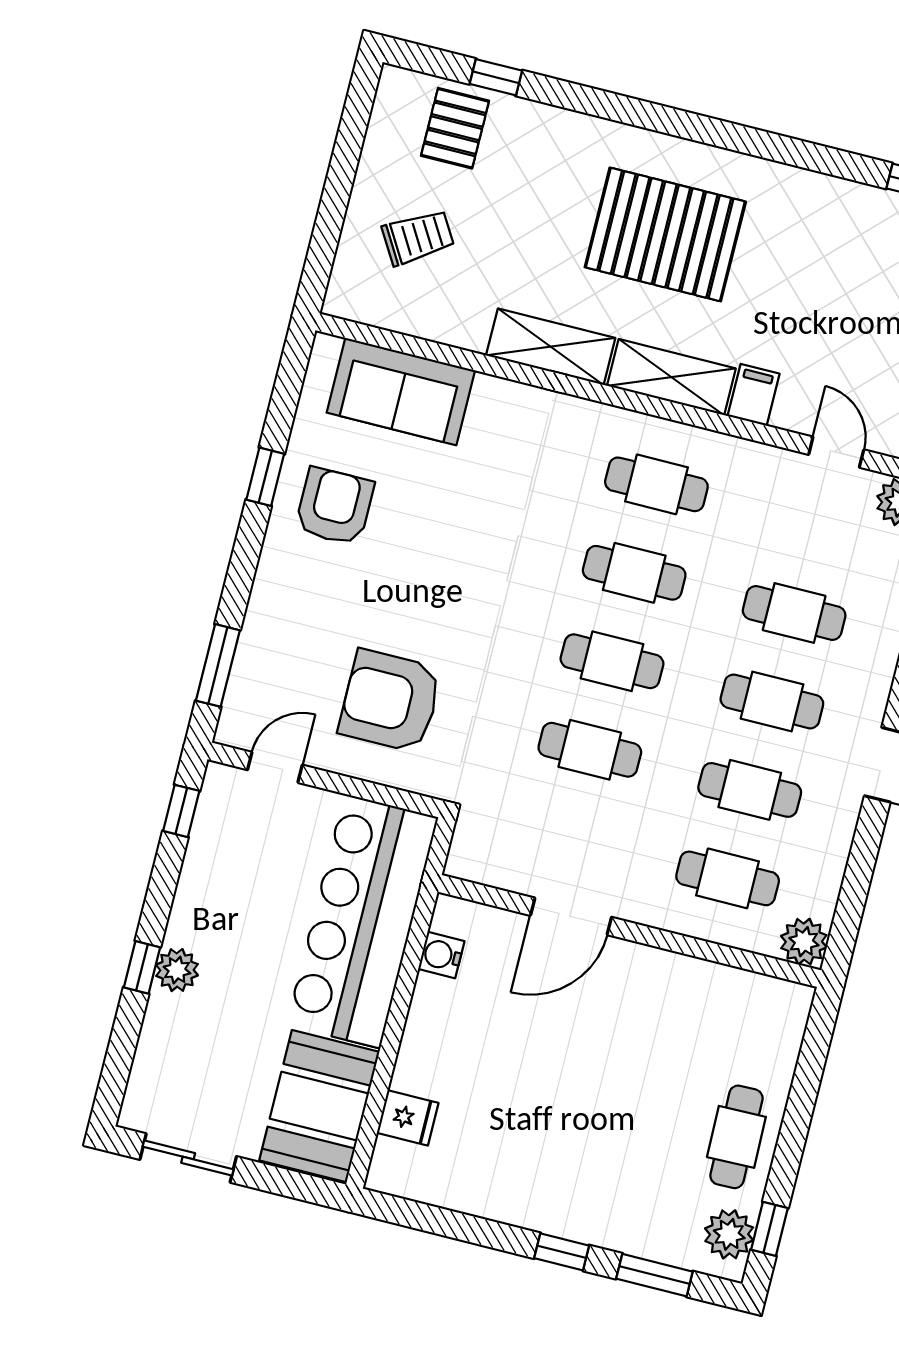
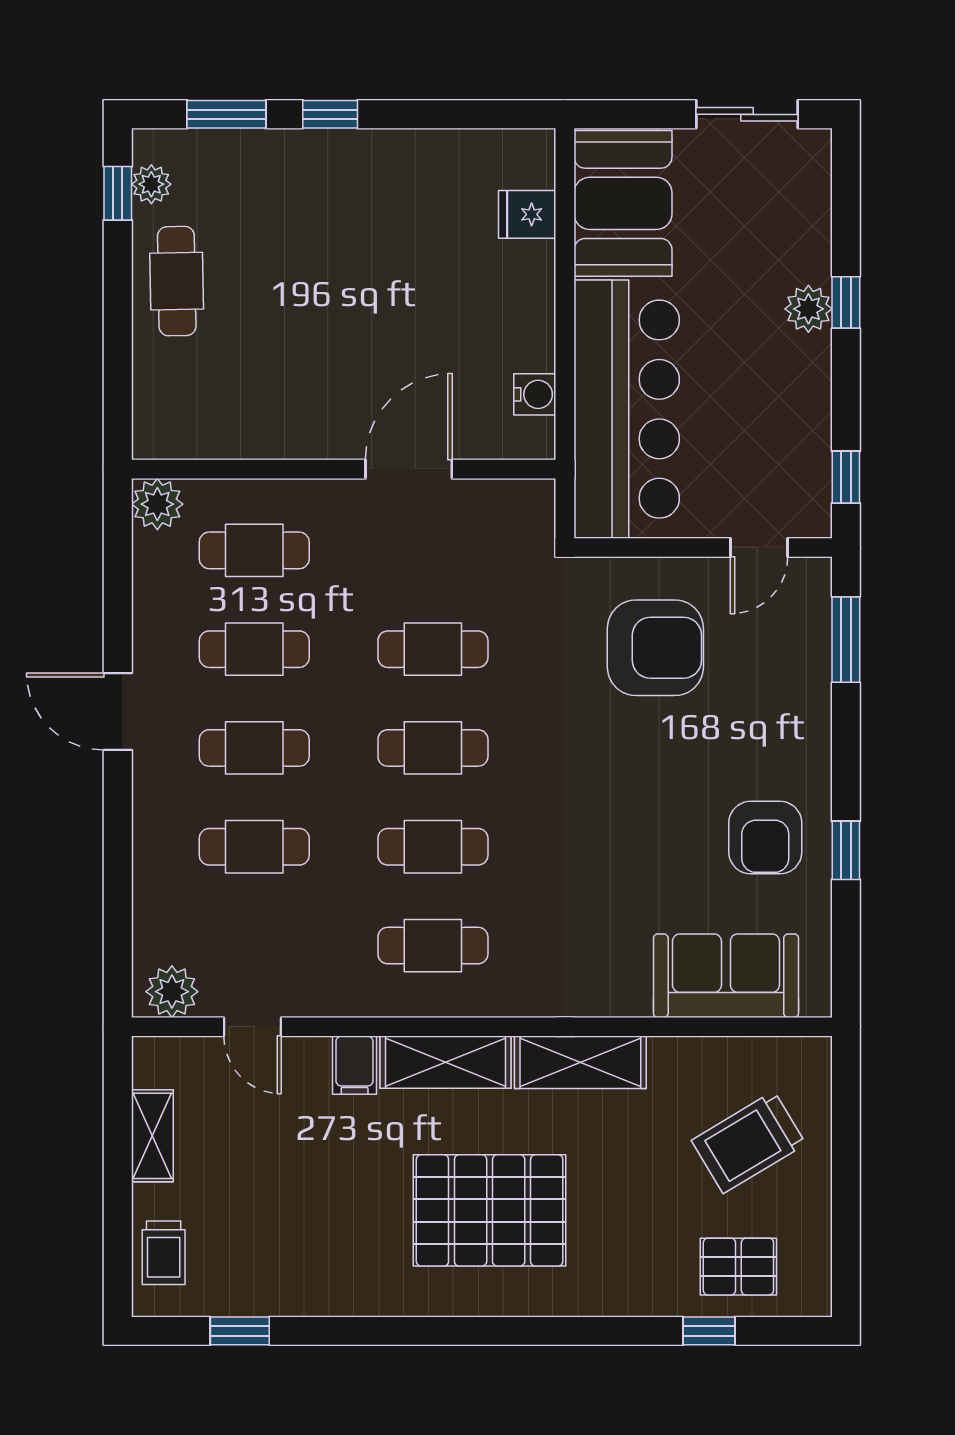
pallet: (455, 128) -> (738, 1267), turned 90
trolley: (418, 237) -> (749, 1142), width x1.36, depth x1.39
plant: (729, 1234) -> (151, 184), width x0.73, depth x0.73

